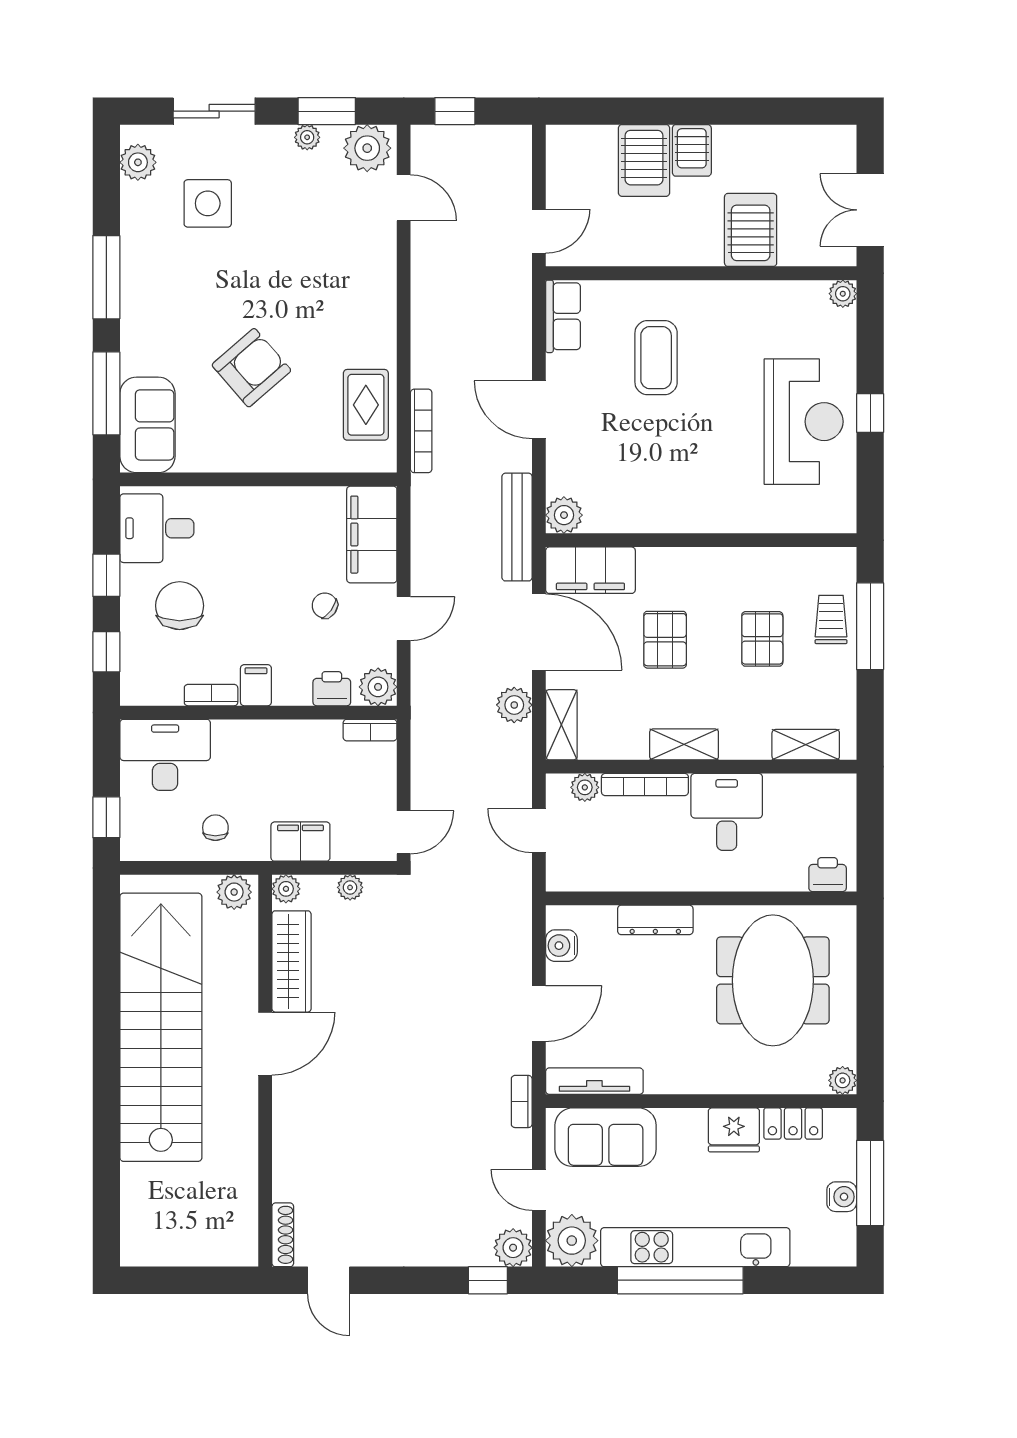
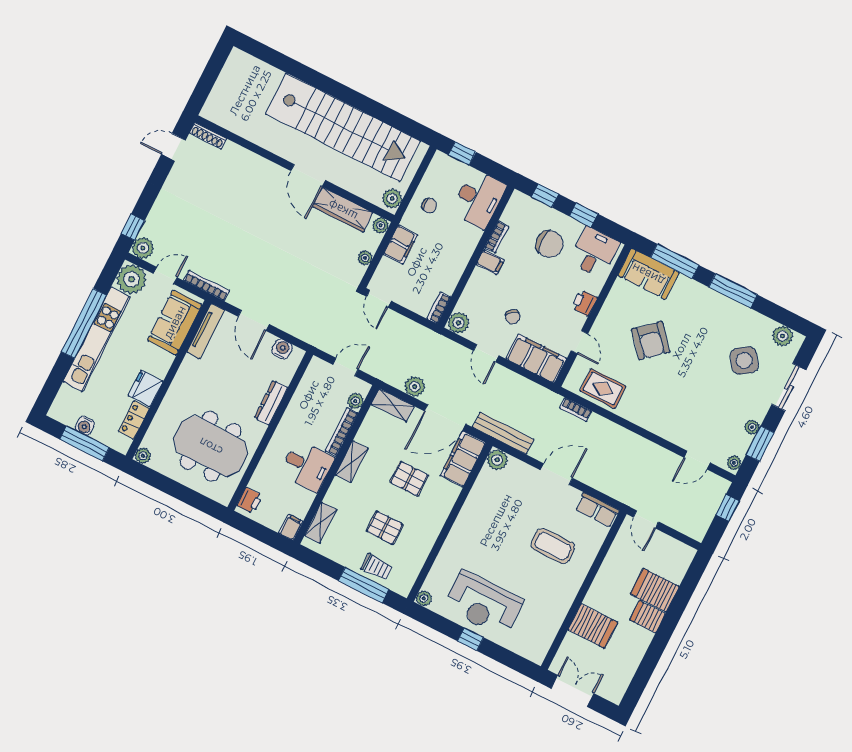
plant: (367, 148) -> (734, 463), width x0.53, depth x0.53
side table: (208, 203) -> (744, 360), turned -34
plant: (843, 294) -> (424, 598), moved
bookcase: (421, 431) -> (576, 410), width x0.64
door: (311, 479) -> (579, 342), added
chair: (325, 606) -> (513, 317), turned 107
printer: (332, 689) -> (584, 303), moved, turned 180
filing cabinet: (837, 788) -> (291, 527), added
bookcase: (522, 1101) -> (207, 286), width x1.56

